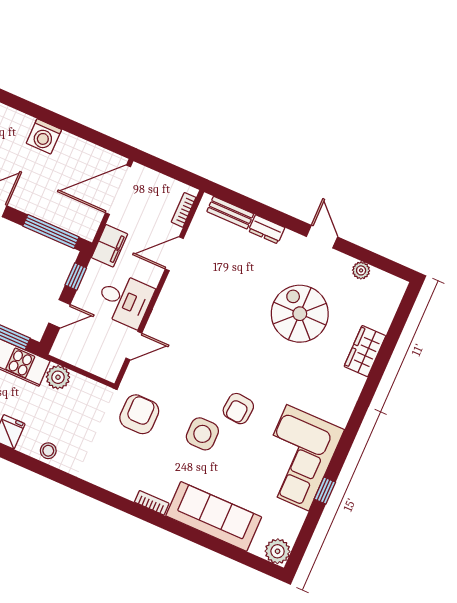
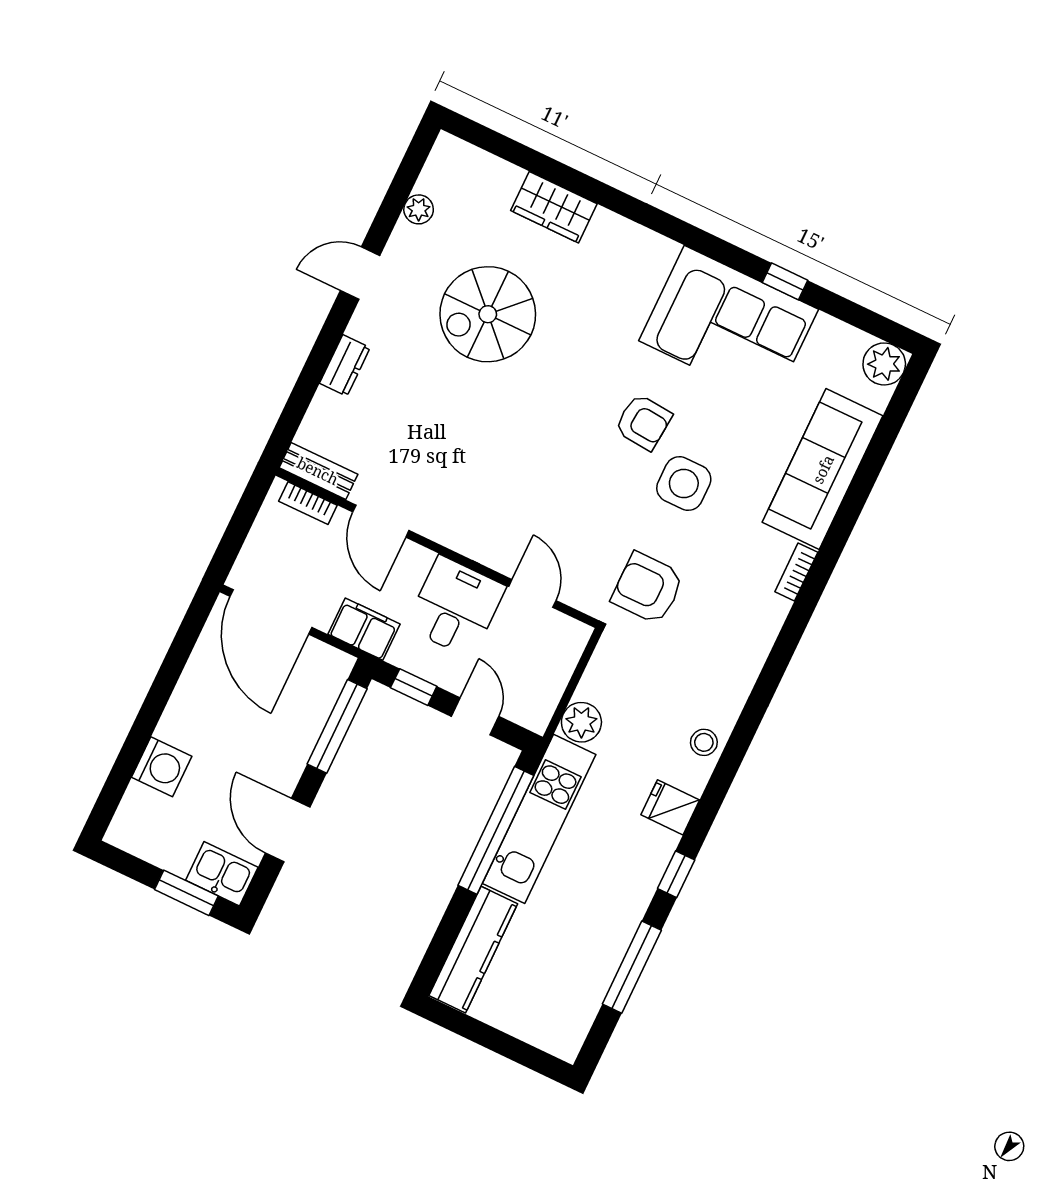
washing machine: (44, 136) -> (162, 767), moved
bench: (230, 213) -> (318, 471), moved, turned 90

